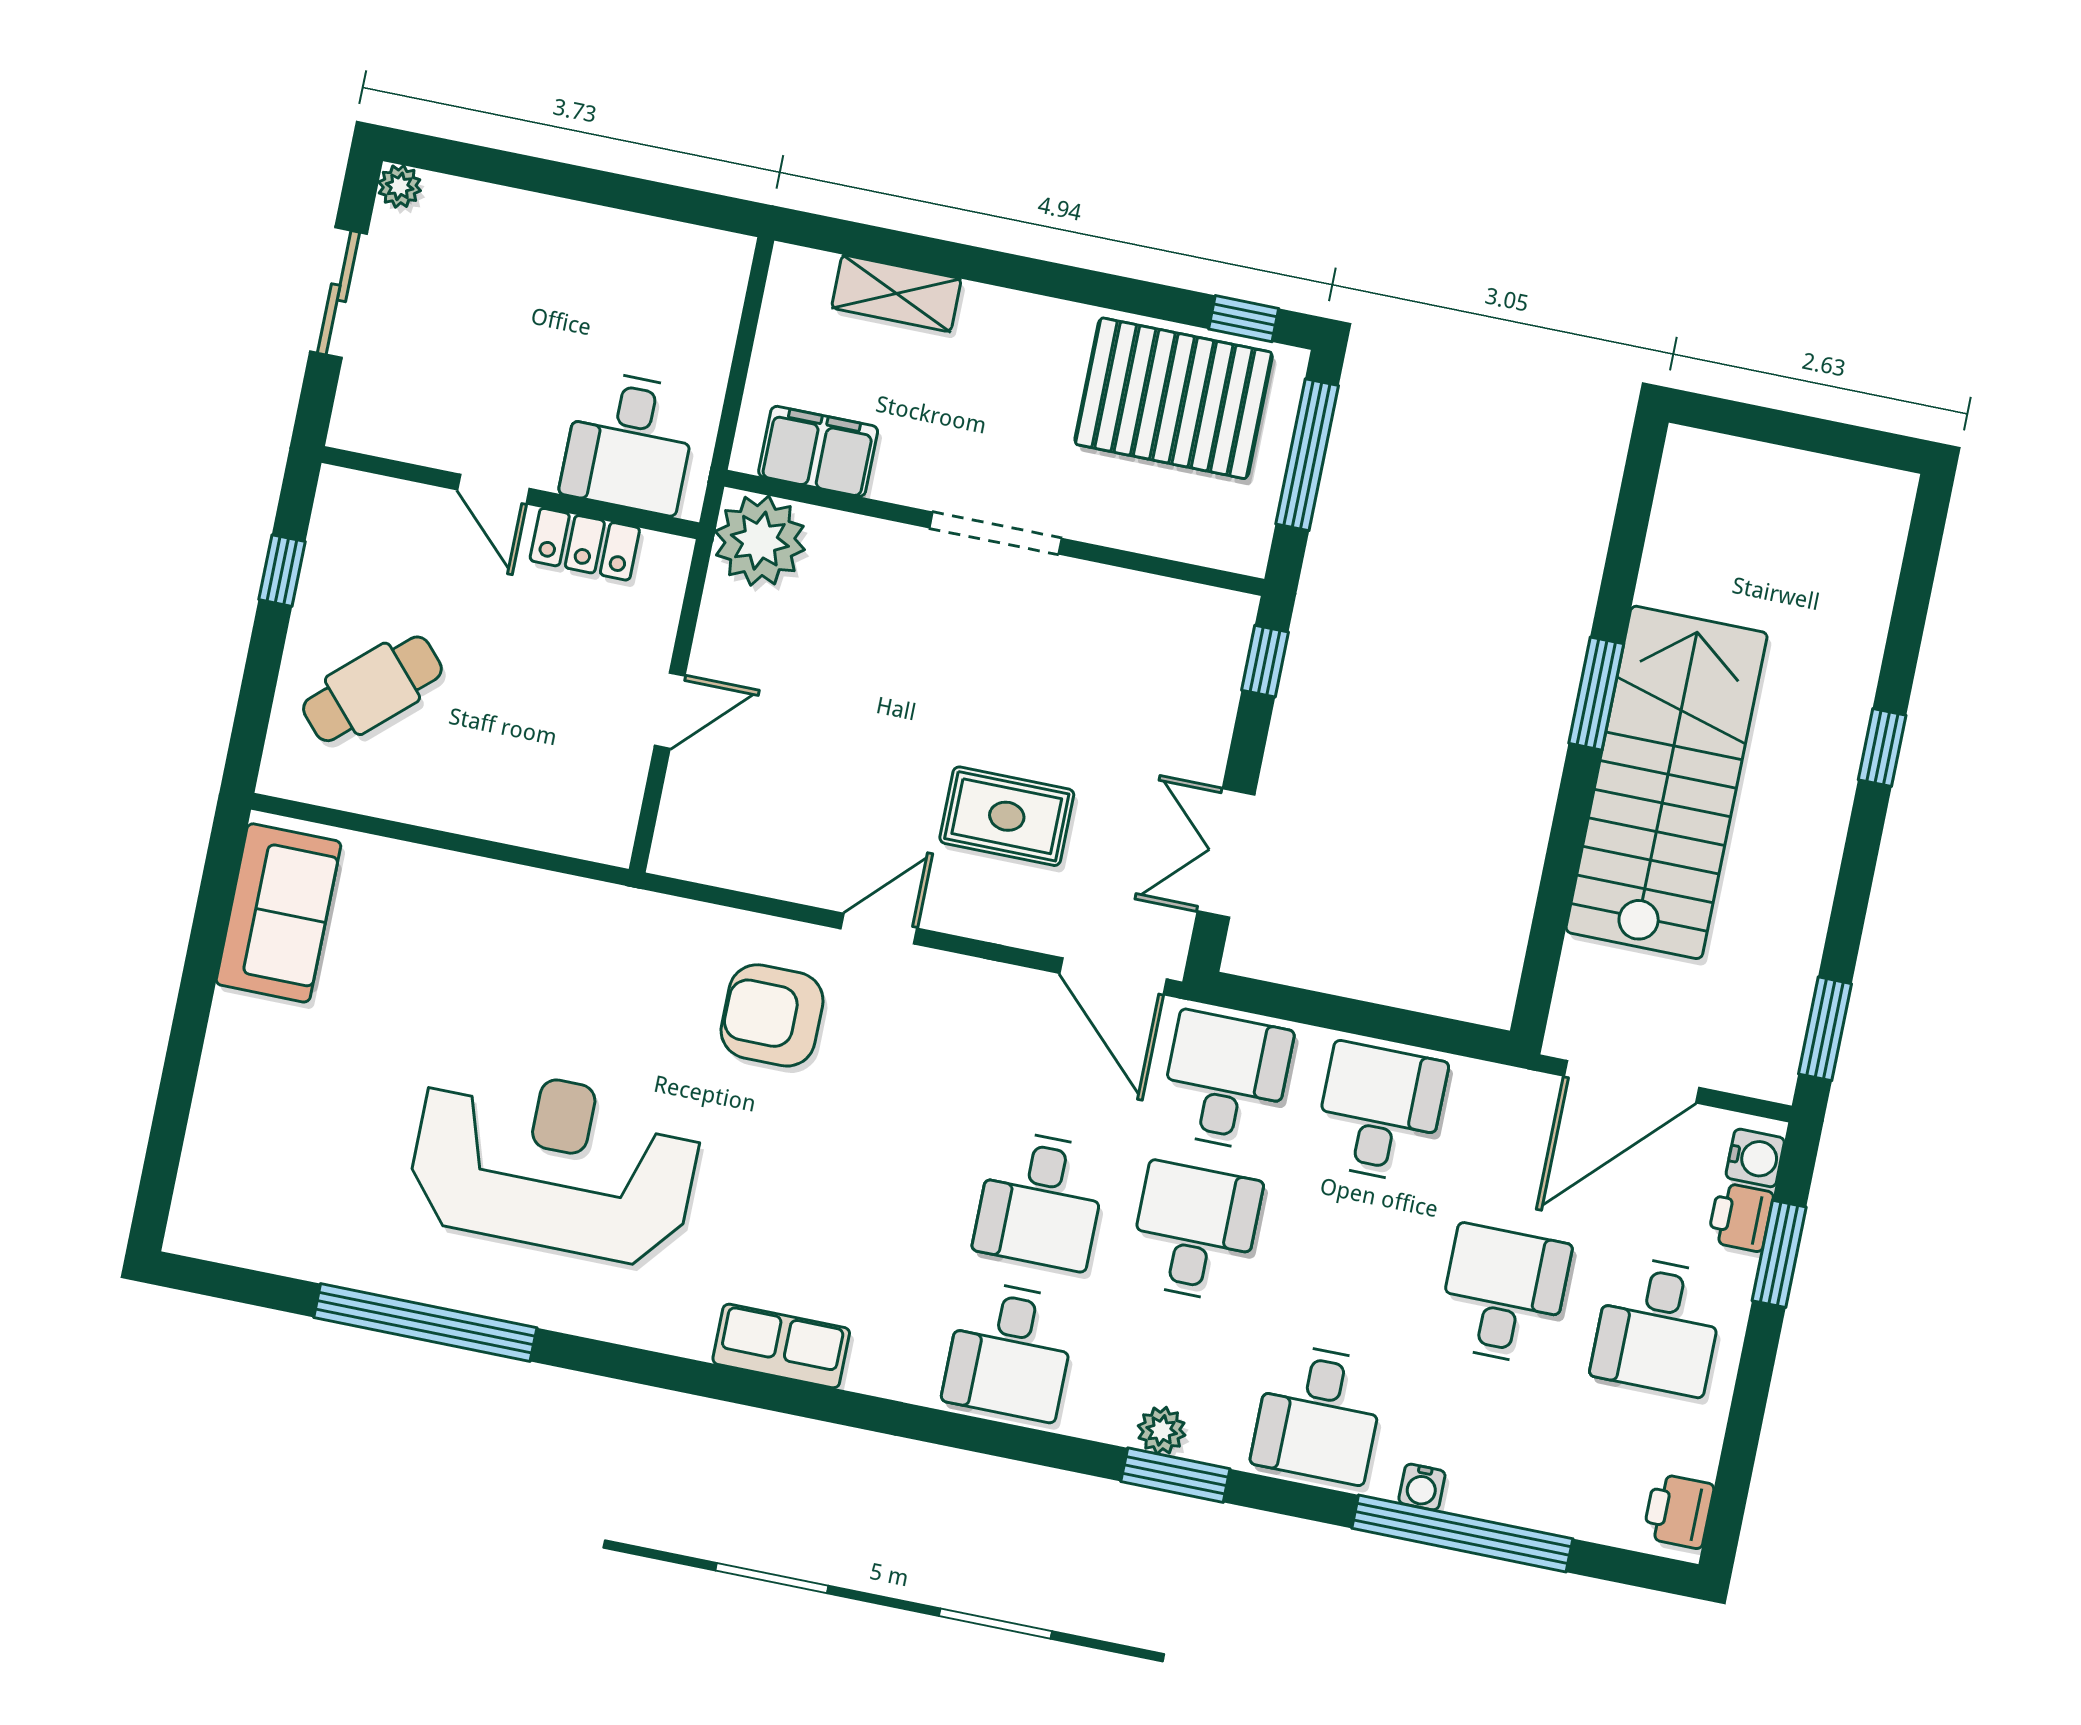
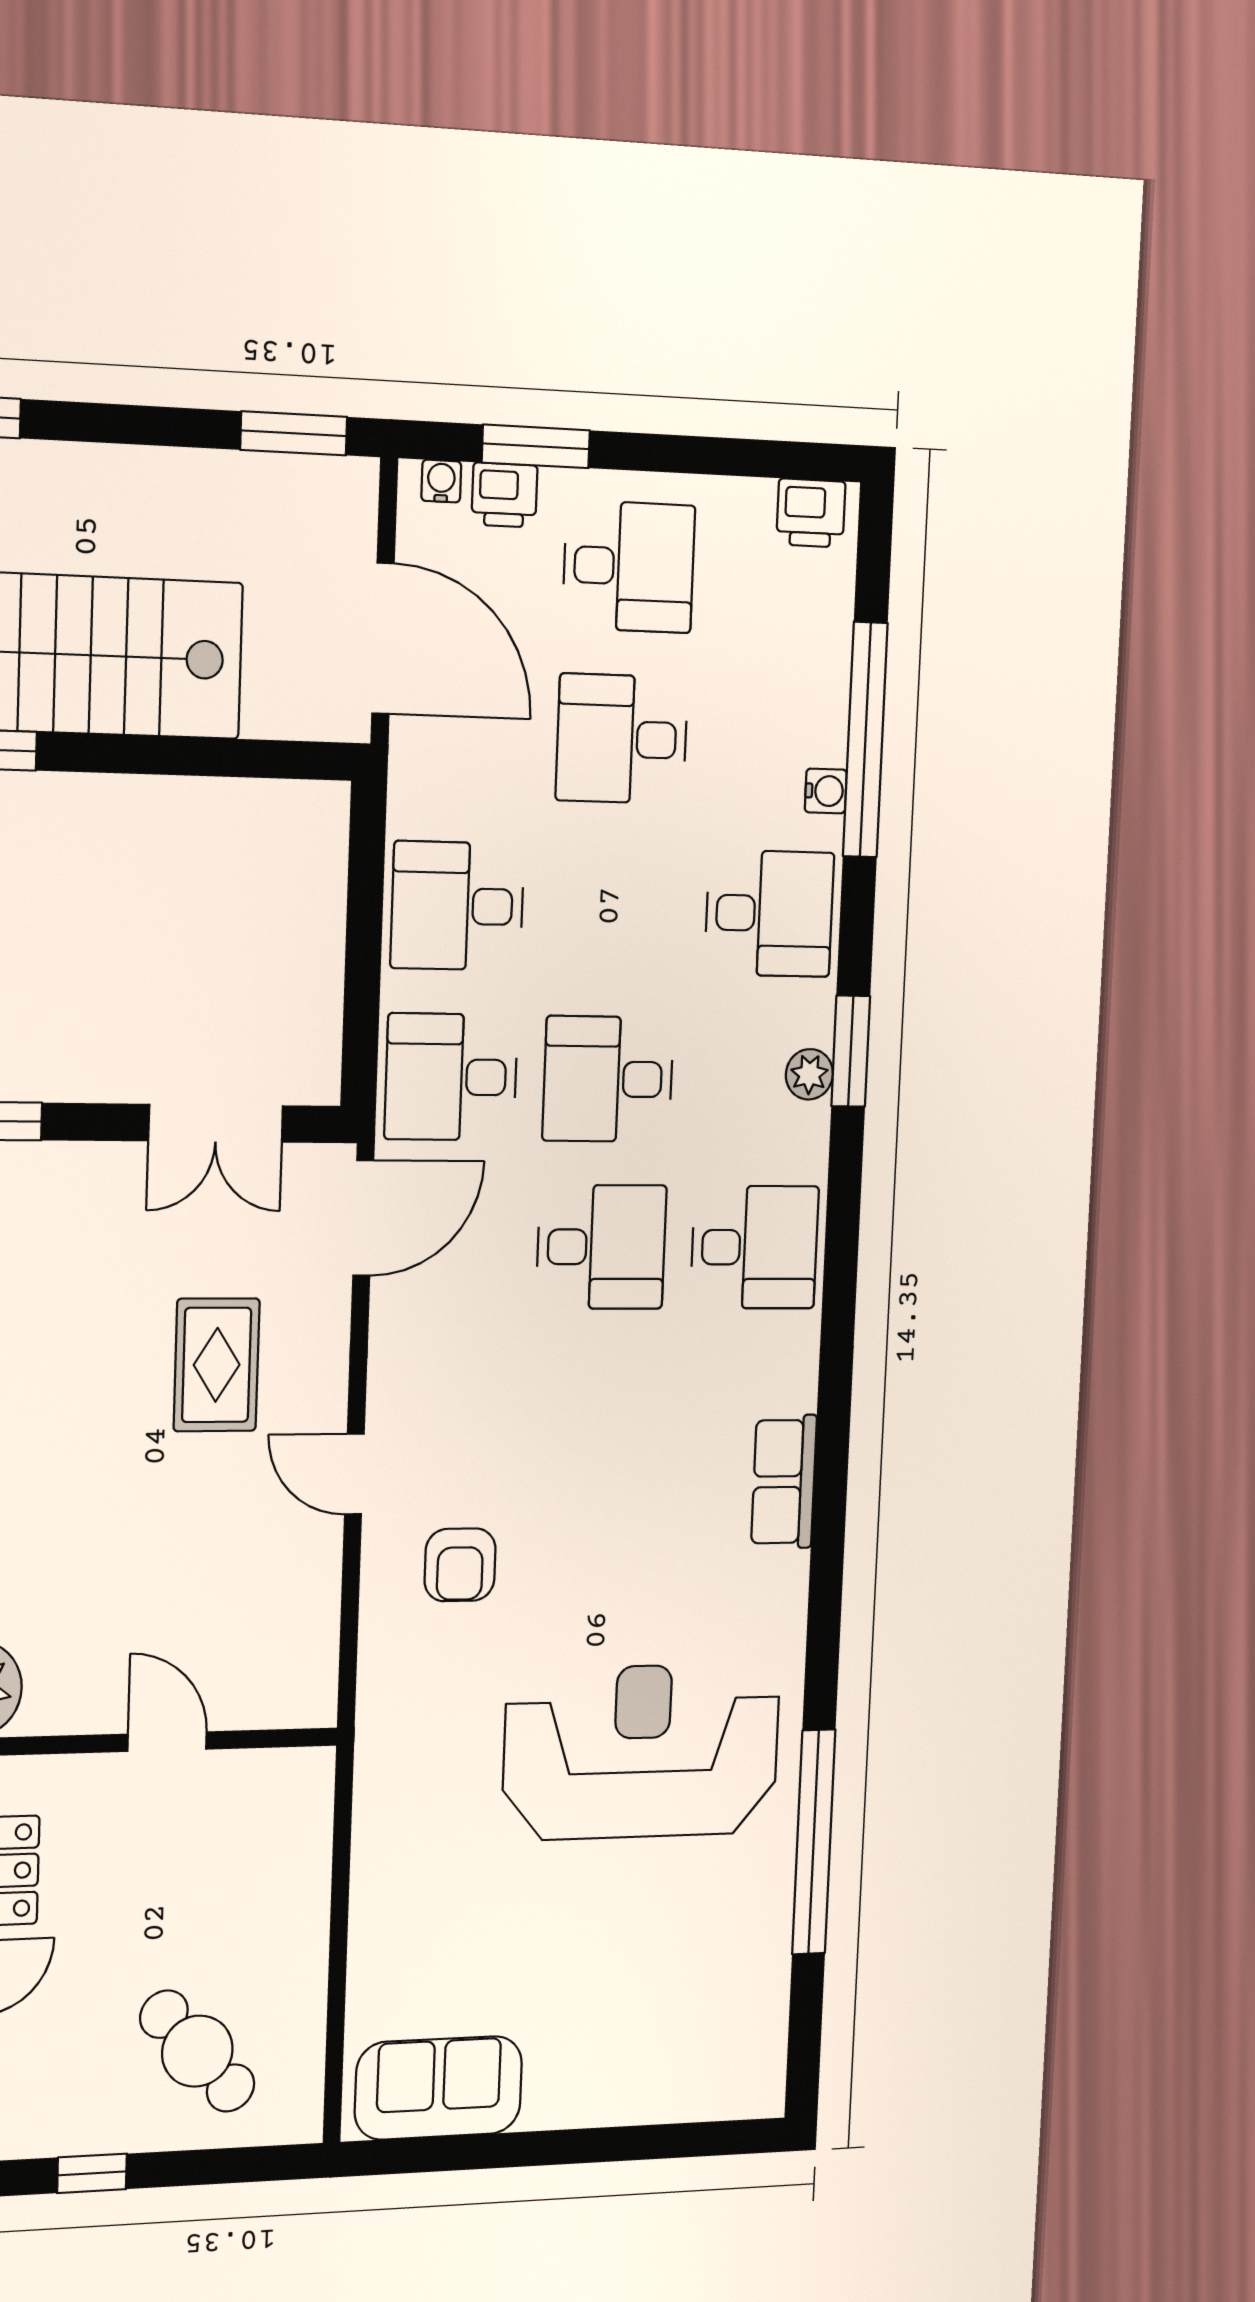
armchair: (772, 1015) -> (460, 1565), width x0.72, depth x0.72
water cooler: (1755, 1158) -> (441, 481), width x0.72, depth x0.72
reception desk: (554, 1164) -> (641, 1752), turned 90

